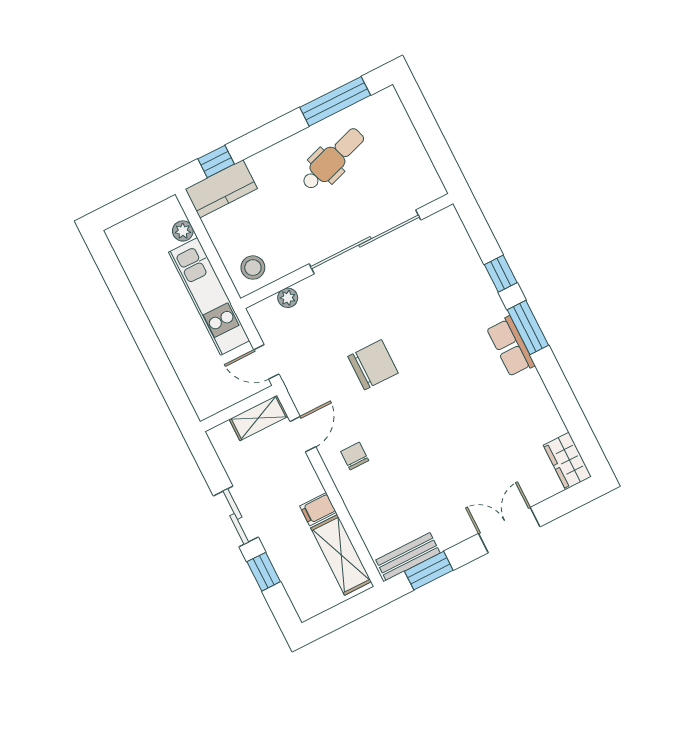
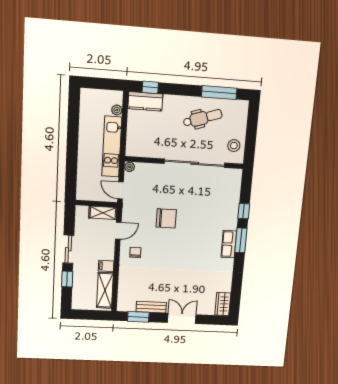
stool: (253, 268) -> (234, 146), moved
plant: (288, 298) -> (130, 167), moved
bench: (408, 556) -> (151, 307), moved

